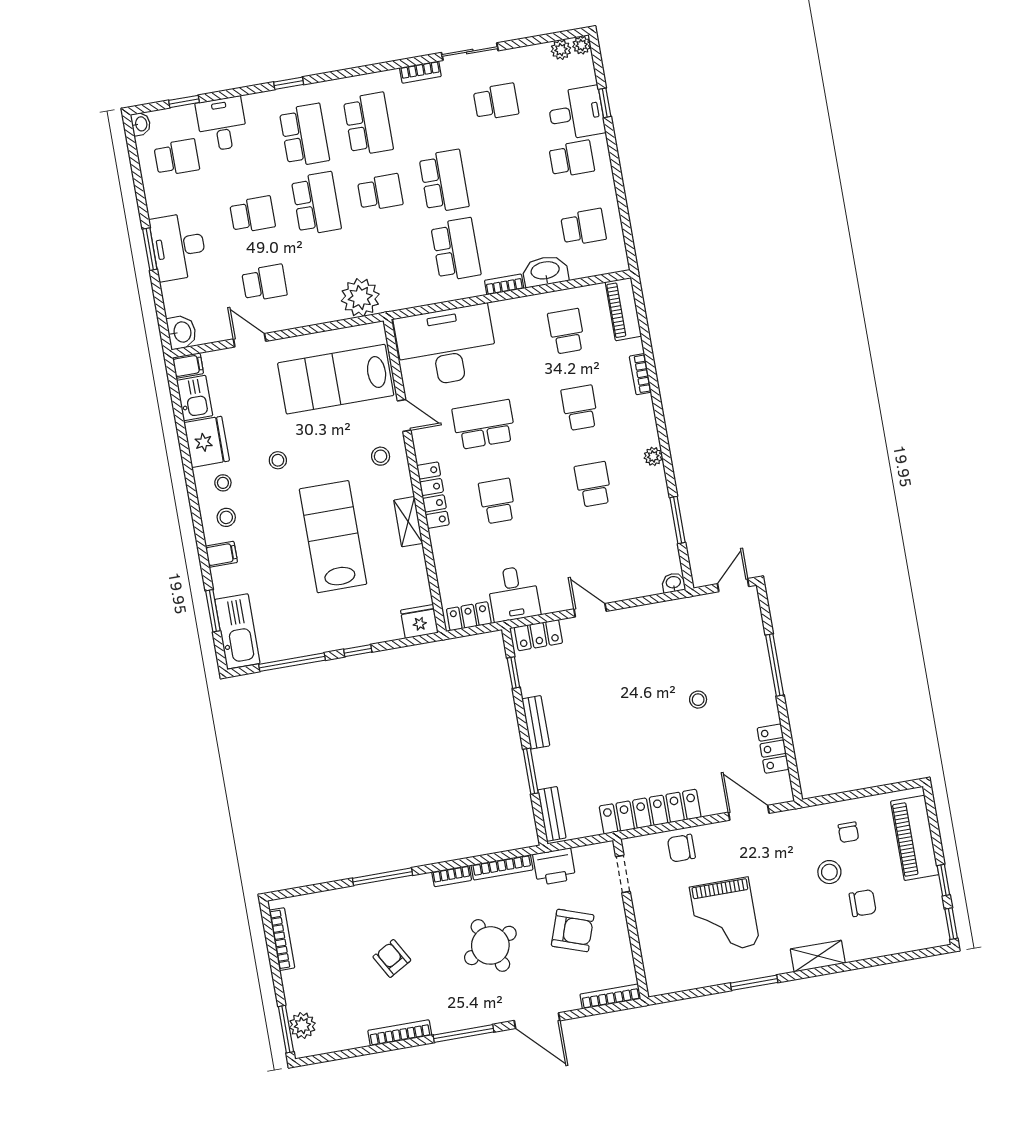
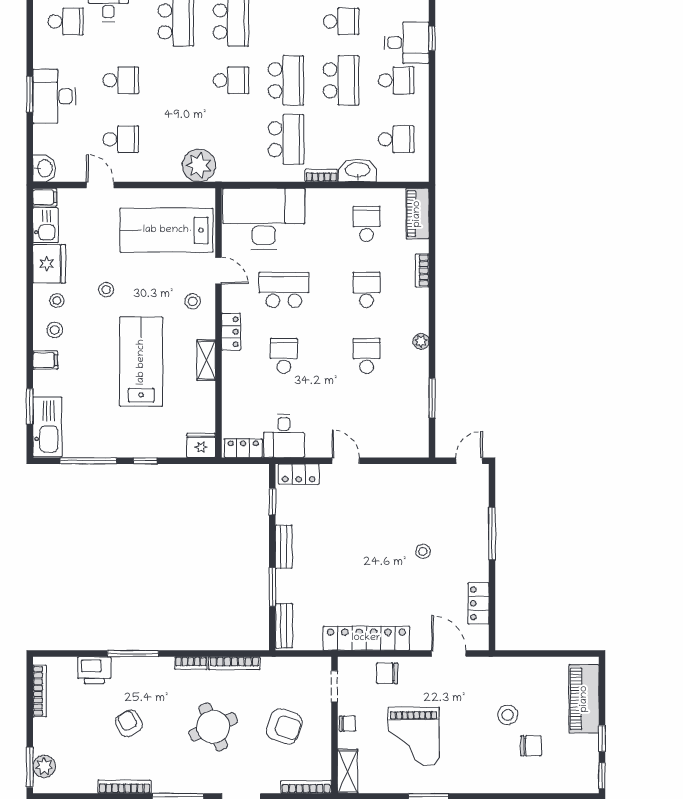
school desk: (316, 203) -> (341, 80), moved
locker: (433, 495) -> (231, 332), width x0.66
washbasin: (673, 583) -> (419, 450), removed
chair: (848, 832) -> (347, 724), moved, turned -90
printer: (554, 867) -> (94, 670), moved
shelving: (818, 956) -> (348, 771), moved, turned 90

